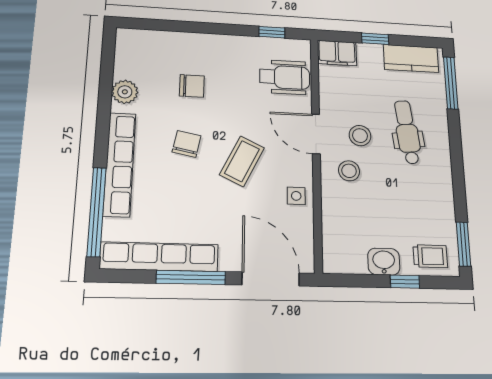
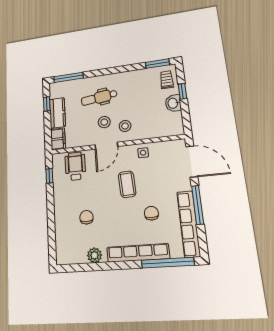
window: (375, 39) -> (47, 104), moved
kitchen counter: (411, 58) -> (57, 113), moved
chair: (187, 144) -> (151, 213), moved, turned 79
coffee table: (242, 161) -> (127, 184), turned 61
door: (271, 279) -> (192, 162), swing flipped

